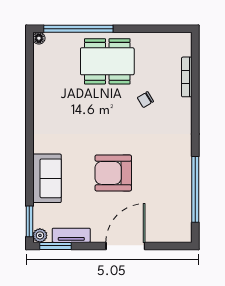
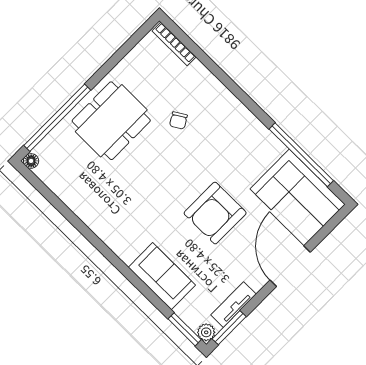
bookcase: (187, 77) -> (174, 44), moved
corner sofa: (169, 211) -> (298, 197), added

